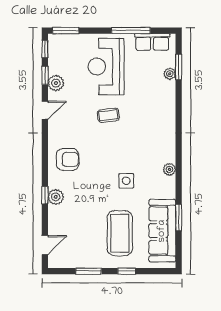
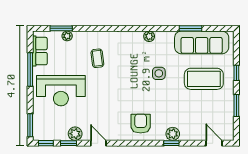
coffee table: (108, 115) -> (97, 58), moved

